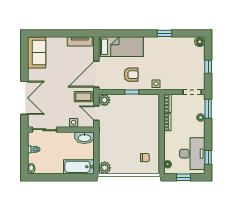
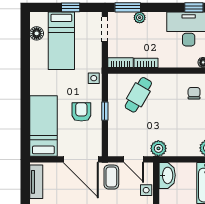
window: (165, 33) -> (25, 67), removed
floor lamp: (200, 42) -> (37, 33), moved
bed: (184, 60) -> (61, 41), added
plant: (104, 100) -> (158, 148), moved
door: (96, 113) -> (134, 159), hinge flipped
cafe table: (144, 117) -> (138, 95), added

